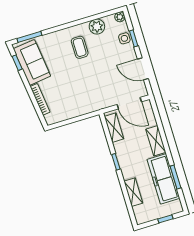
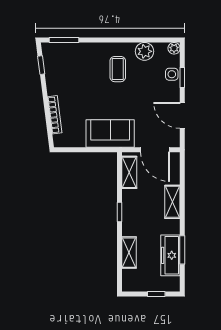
sofa: (32, 62) -> (110, 134), moved, turned -83
freezer: (163, 179) -> (170, 255), width x0.73, depth x0.79

